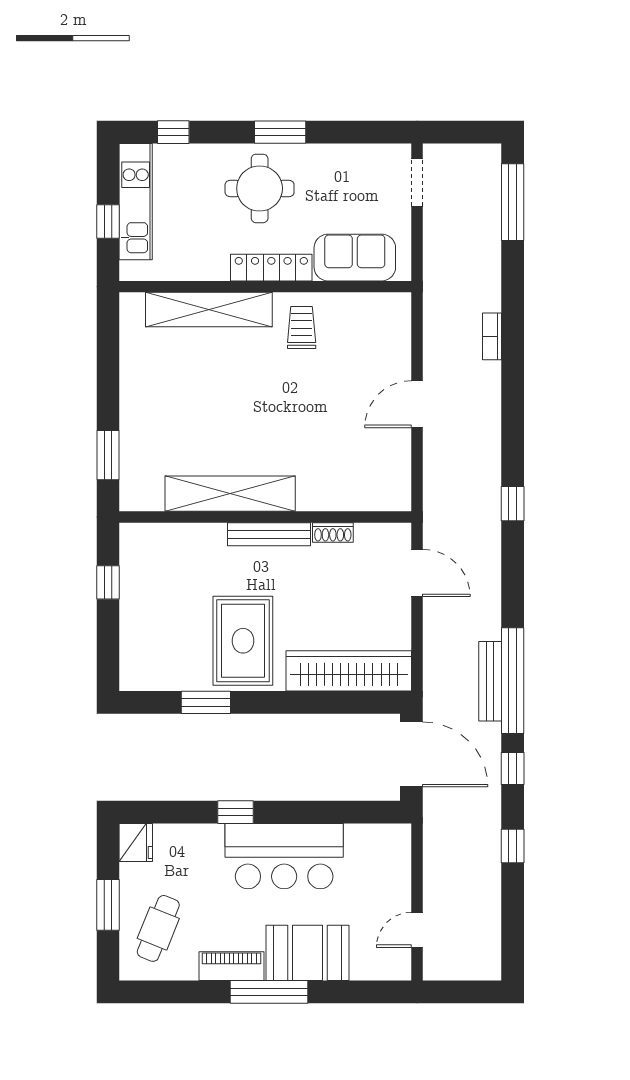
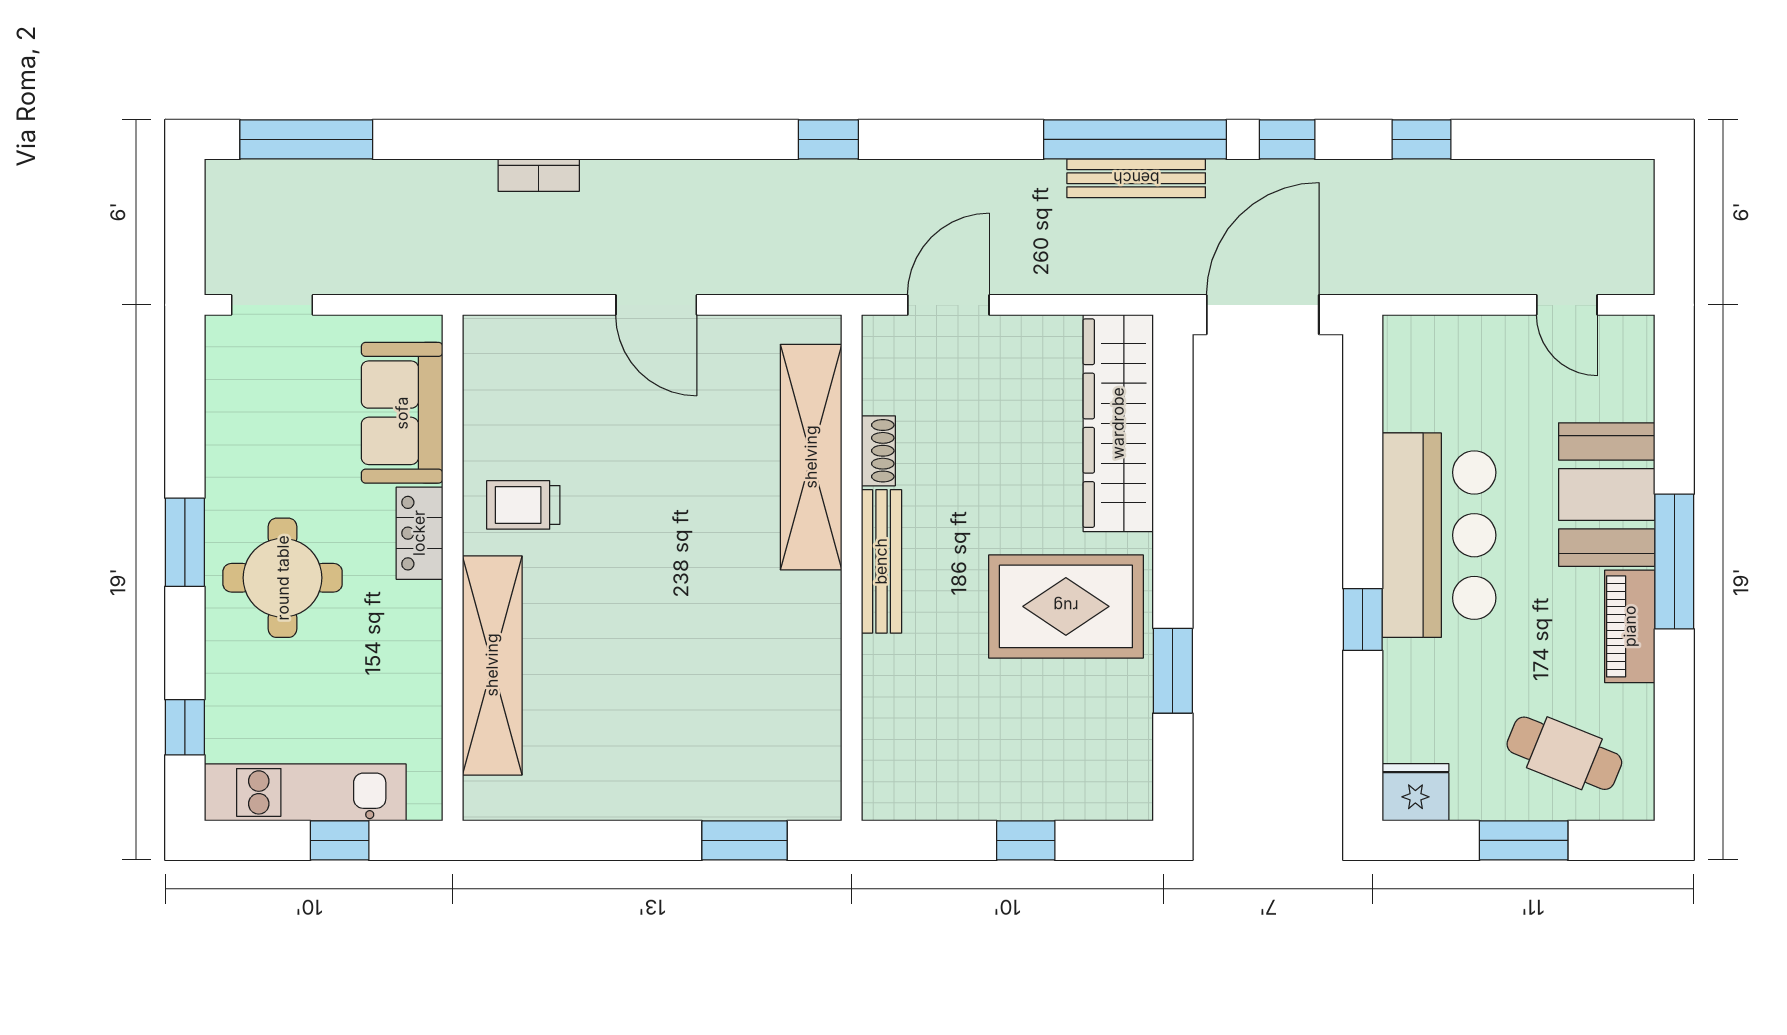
locker: (271, 268) -> (419, 533), width x0.66
shelving: (230, 494) -> (811, 457), moved
window: (108, 582) -> (1026, 840), moved

